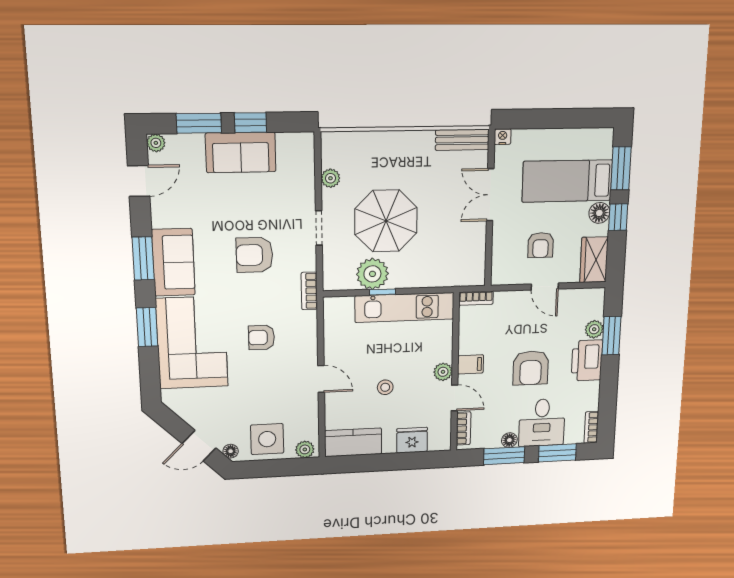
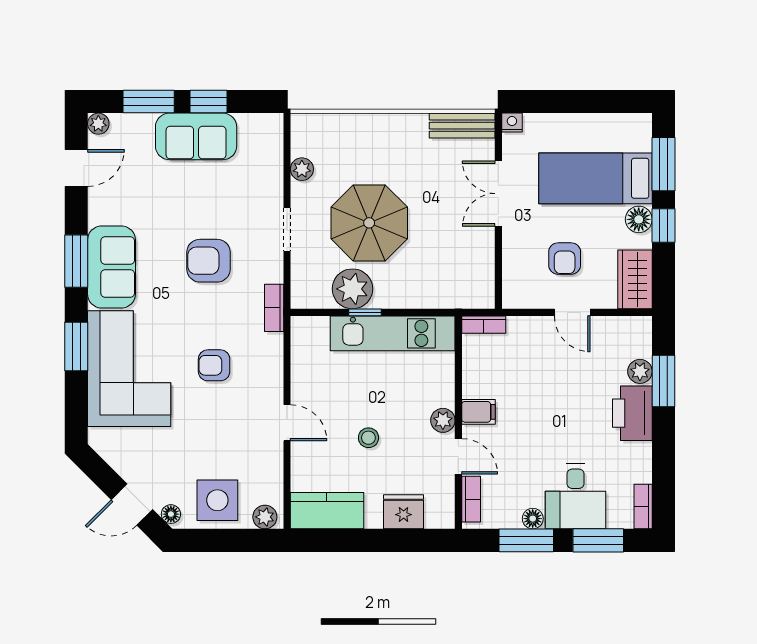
armchair: (531, 368) -> (558, 420), removed

